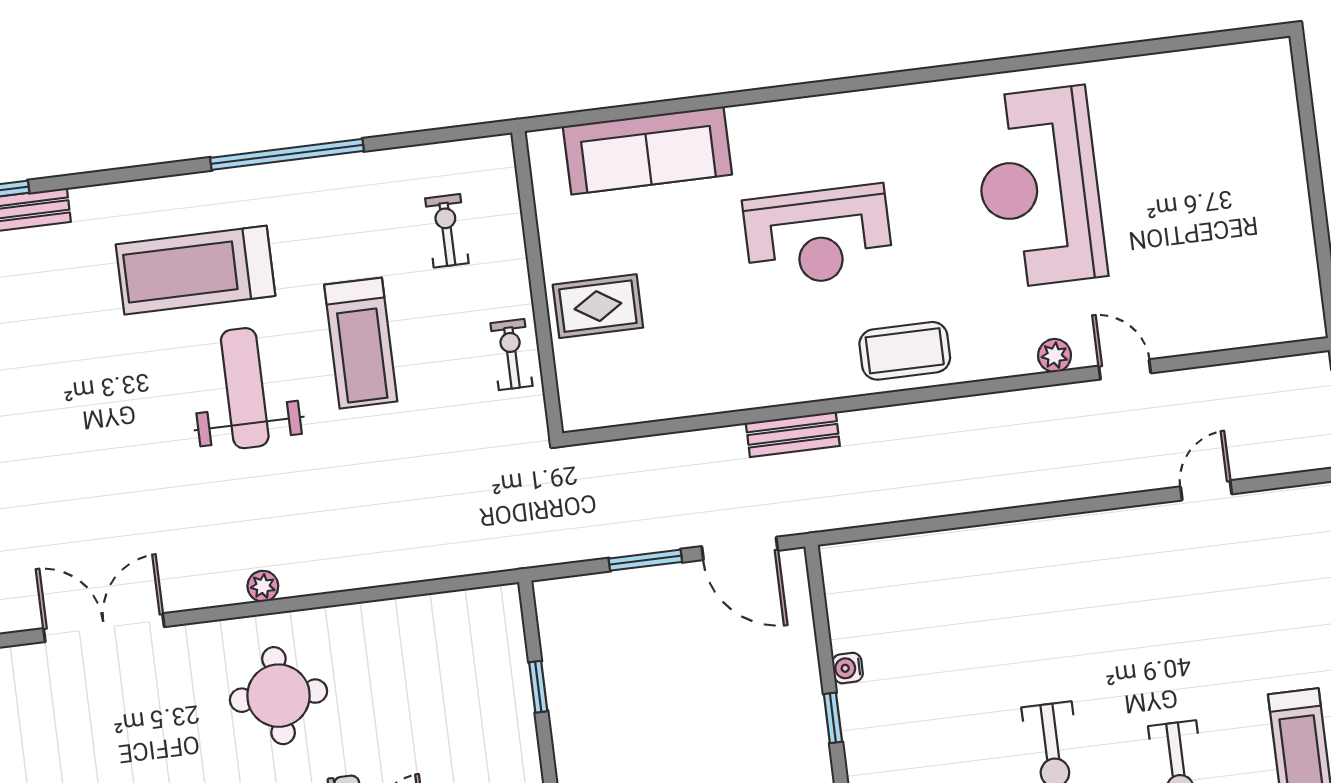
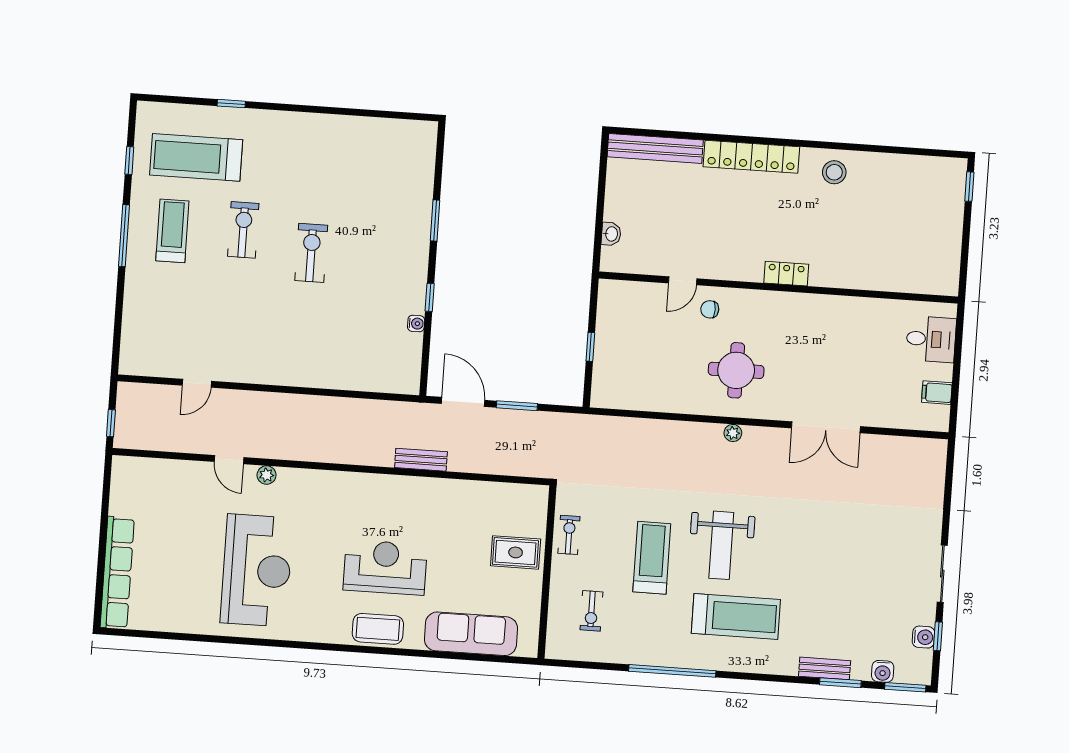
row of seats: (1279, 136) -> (117, 573), added
coffee table: (905, 351) -> (378, 629), moved
exercise bike: (512, 355) -> (569, 535), turned 180

